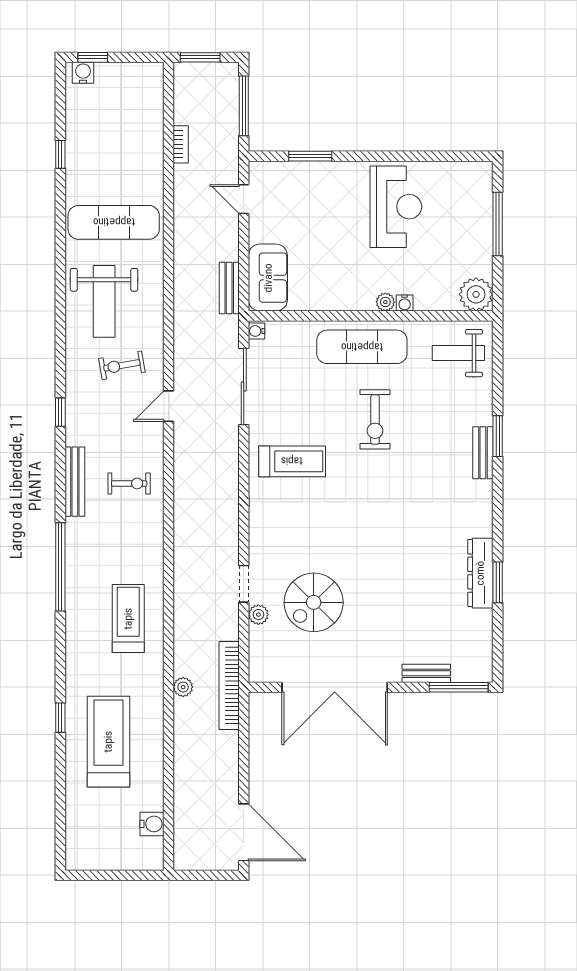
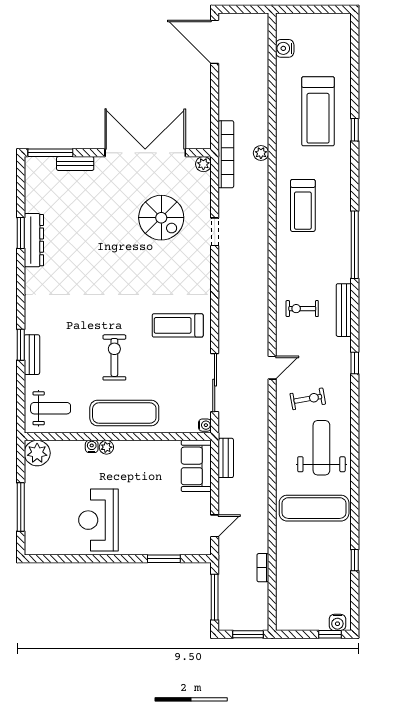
door: (244, 199) -> (215, 526), hinge flipped
bench: (483, 453) -> (32, 355), moved
spiral stairs: (314, 602) -> (161, 218), turned 90
plant: (258, 615) -> (203, 164), moved

